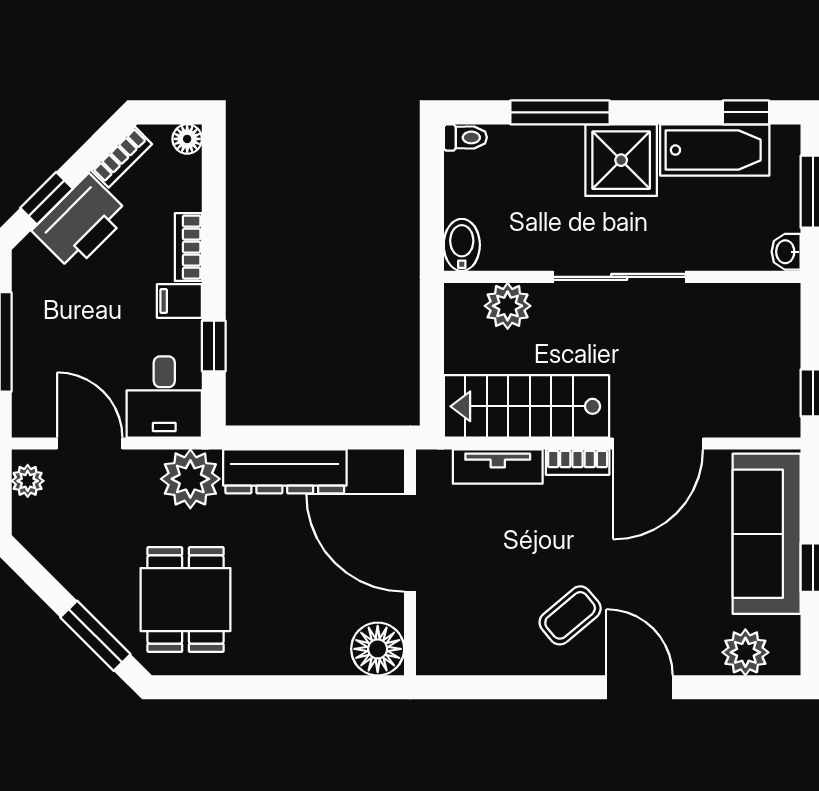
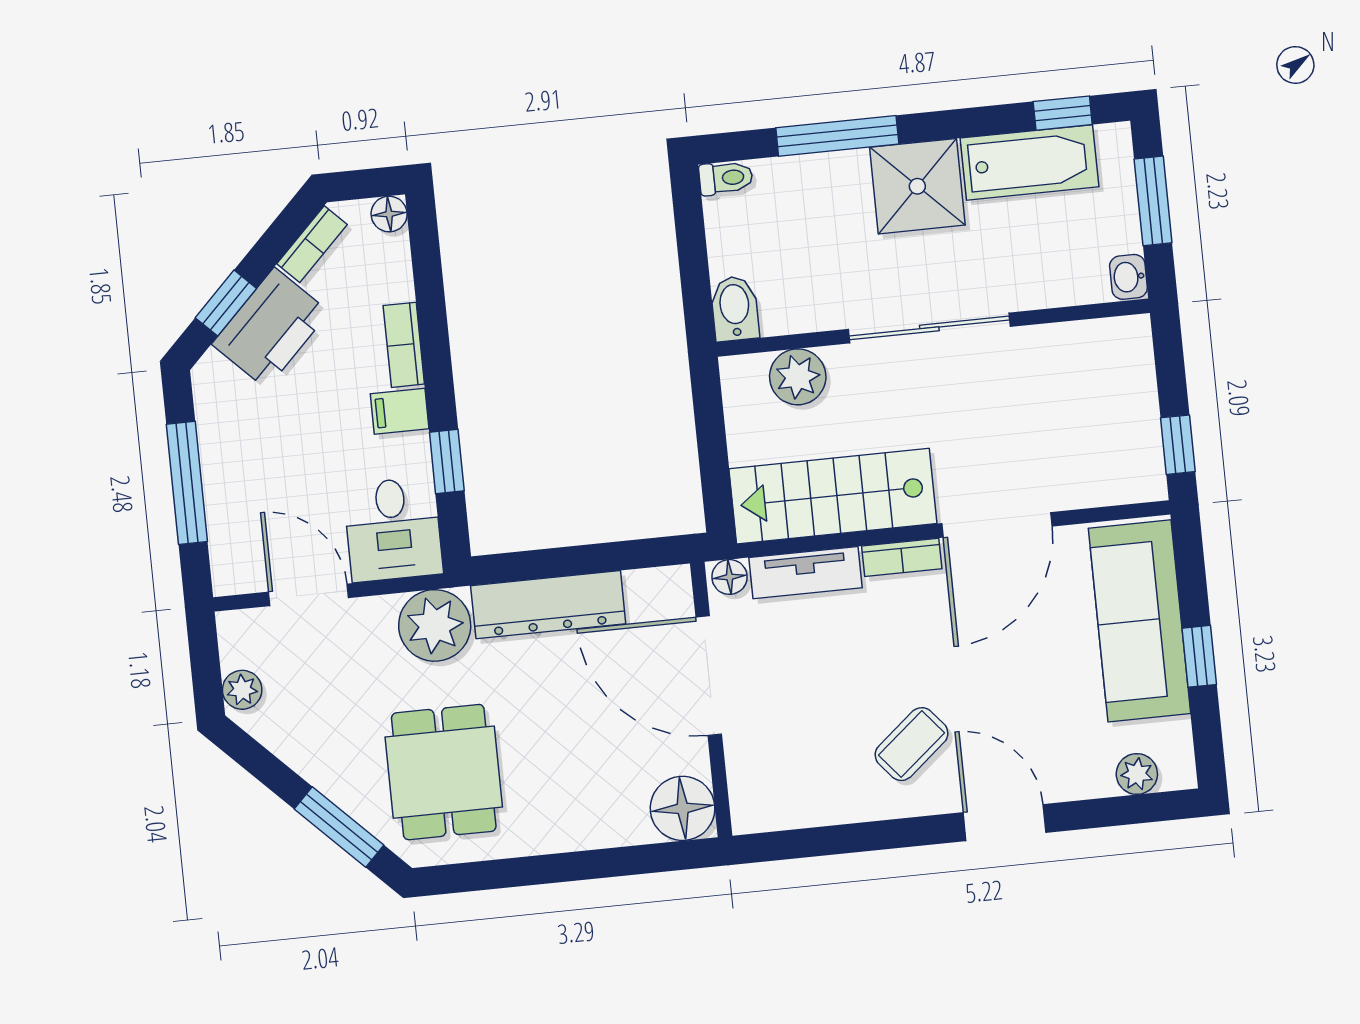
floor lamp: (435, 464) -> (730, 577), added
plant: (28, 481) -> (242, 690), moved
plant: (745, 652) -> (1137, 774), width x0.73, depth x0.73

